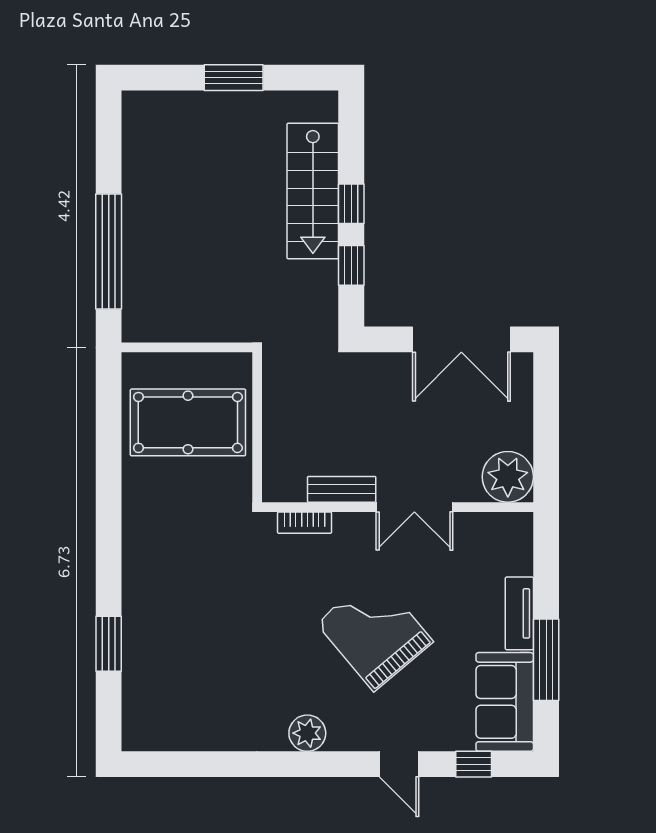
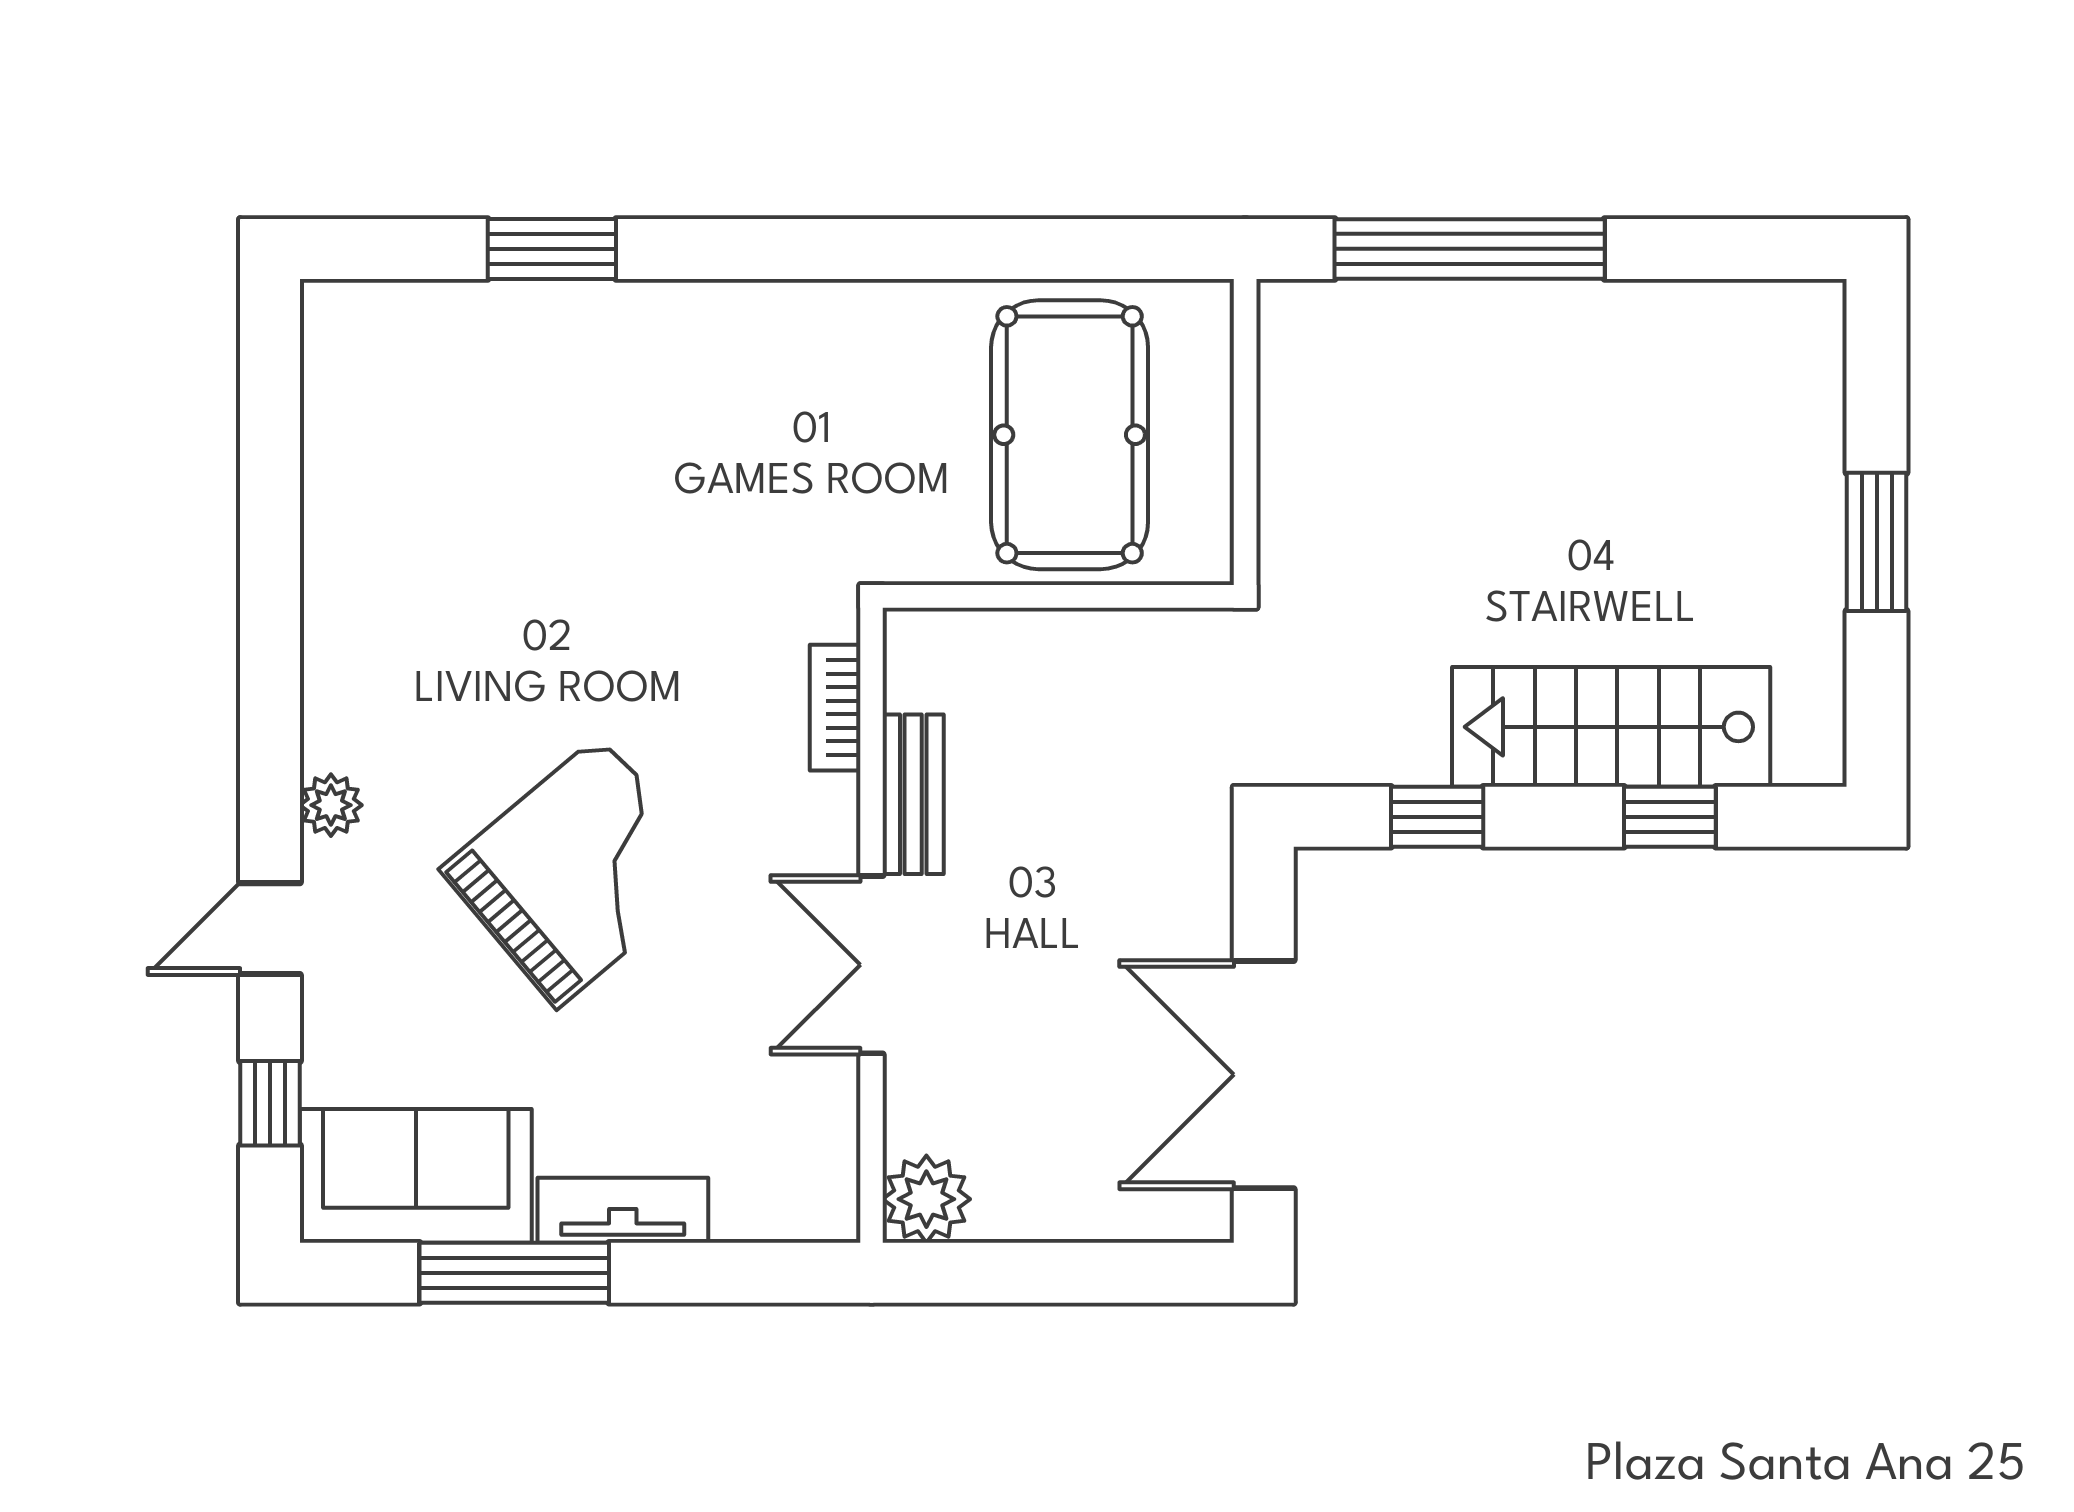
window: (351, 204) -> (1670, 817), moved
plant: (508, 477) -> (926, 1199), width x0.73, depth x0.73
plant: (307, 733) -> (331, 805), moved, width x0.73, depth x0.73

